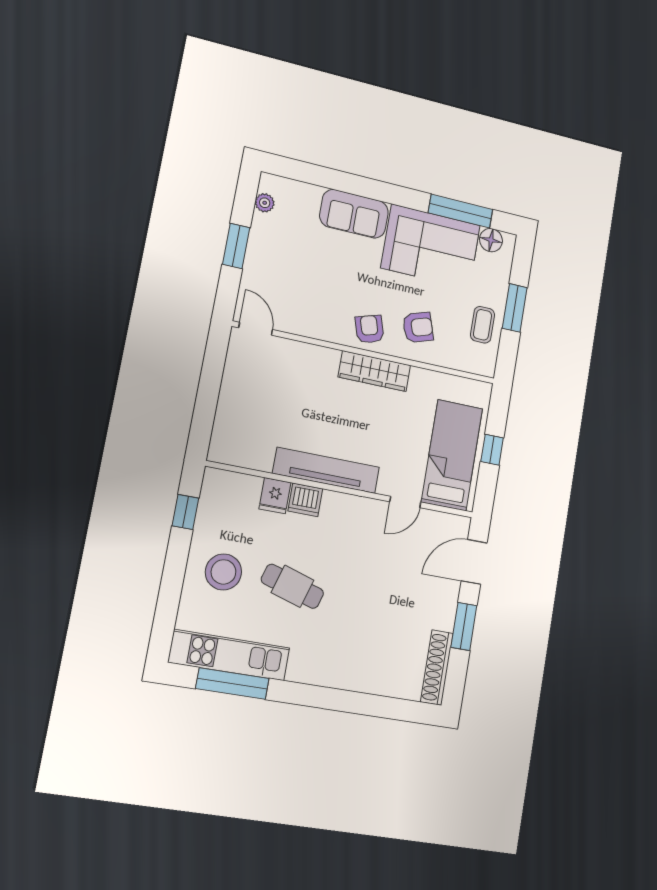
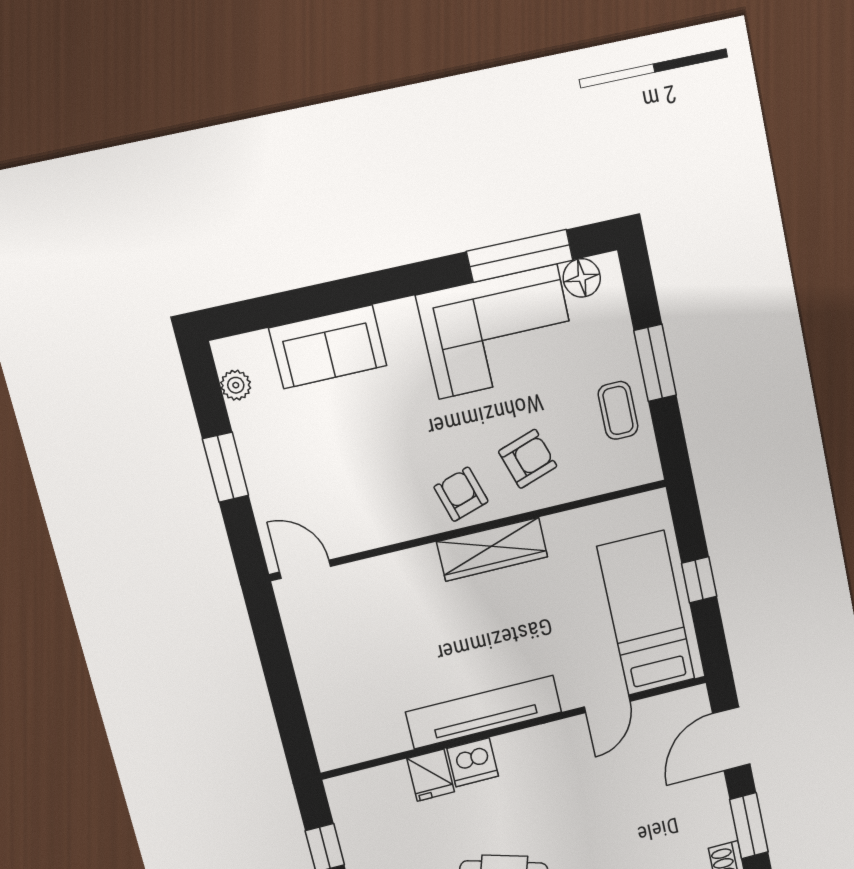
sofa: (354, 214) -> (328, 347), moved

